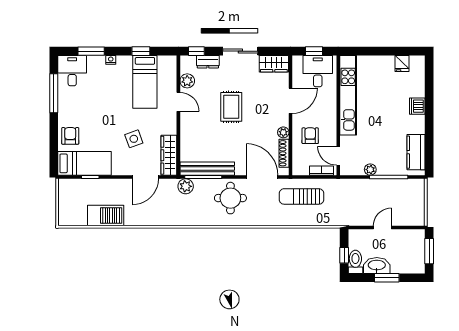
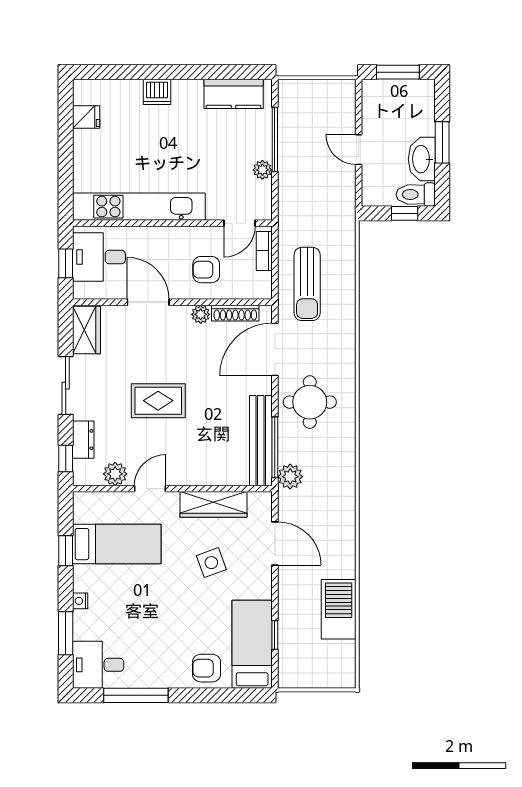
wardrobe: (169, 155) -> (213, 504), moved

